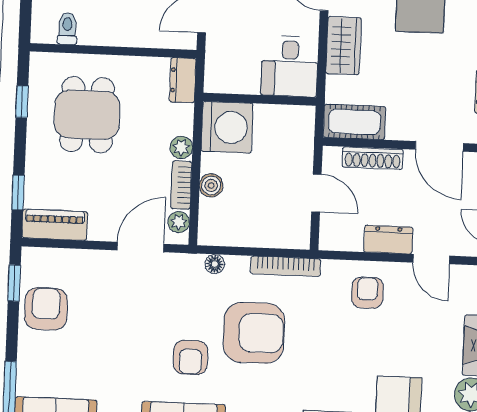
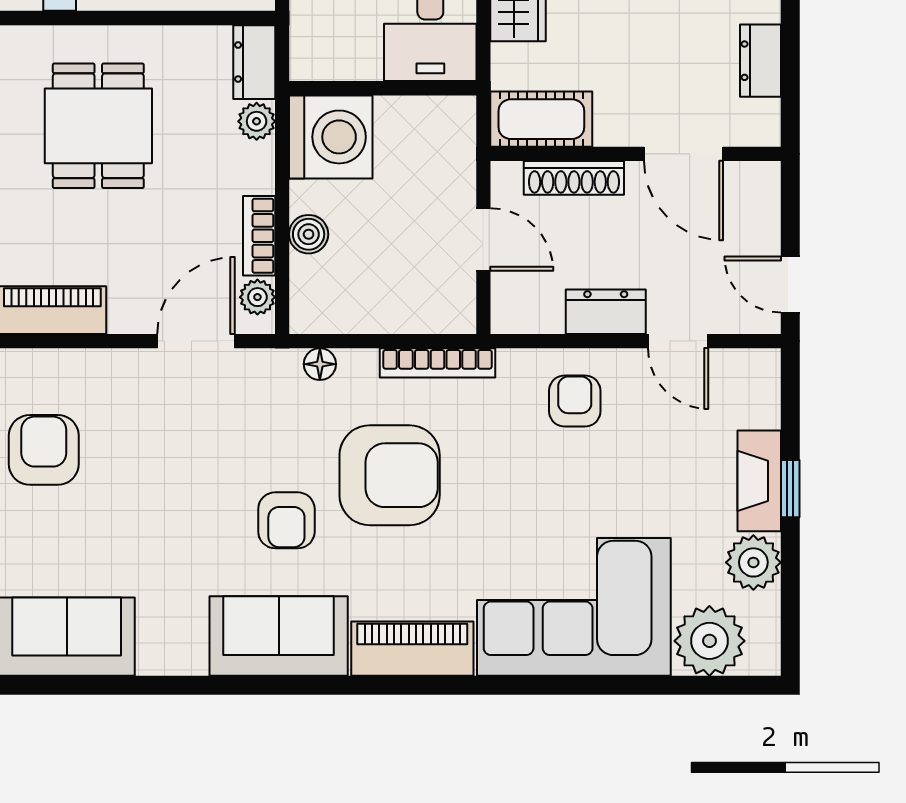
plant: (181, 147) -> (257, 121), moved

